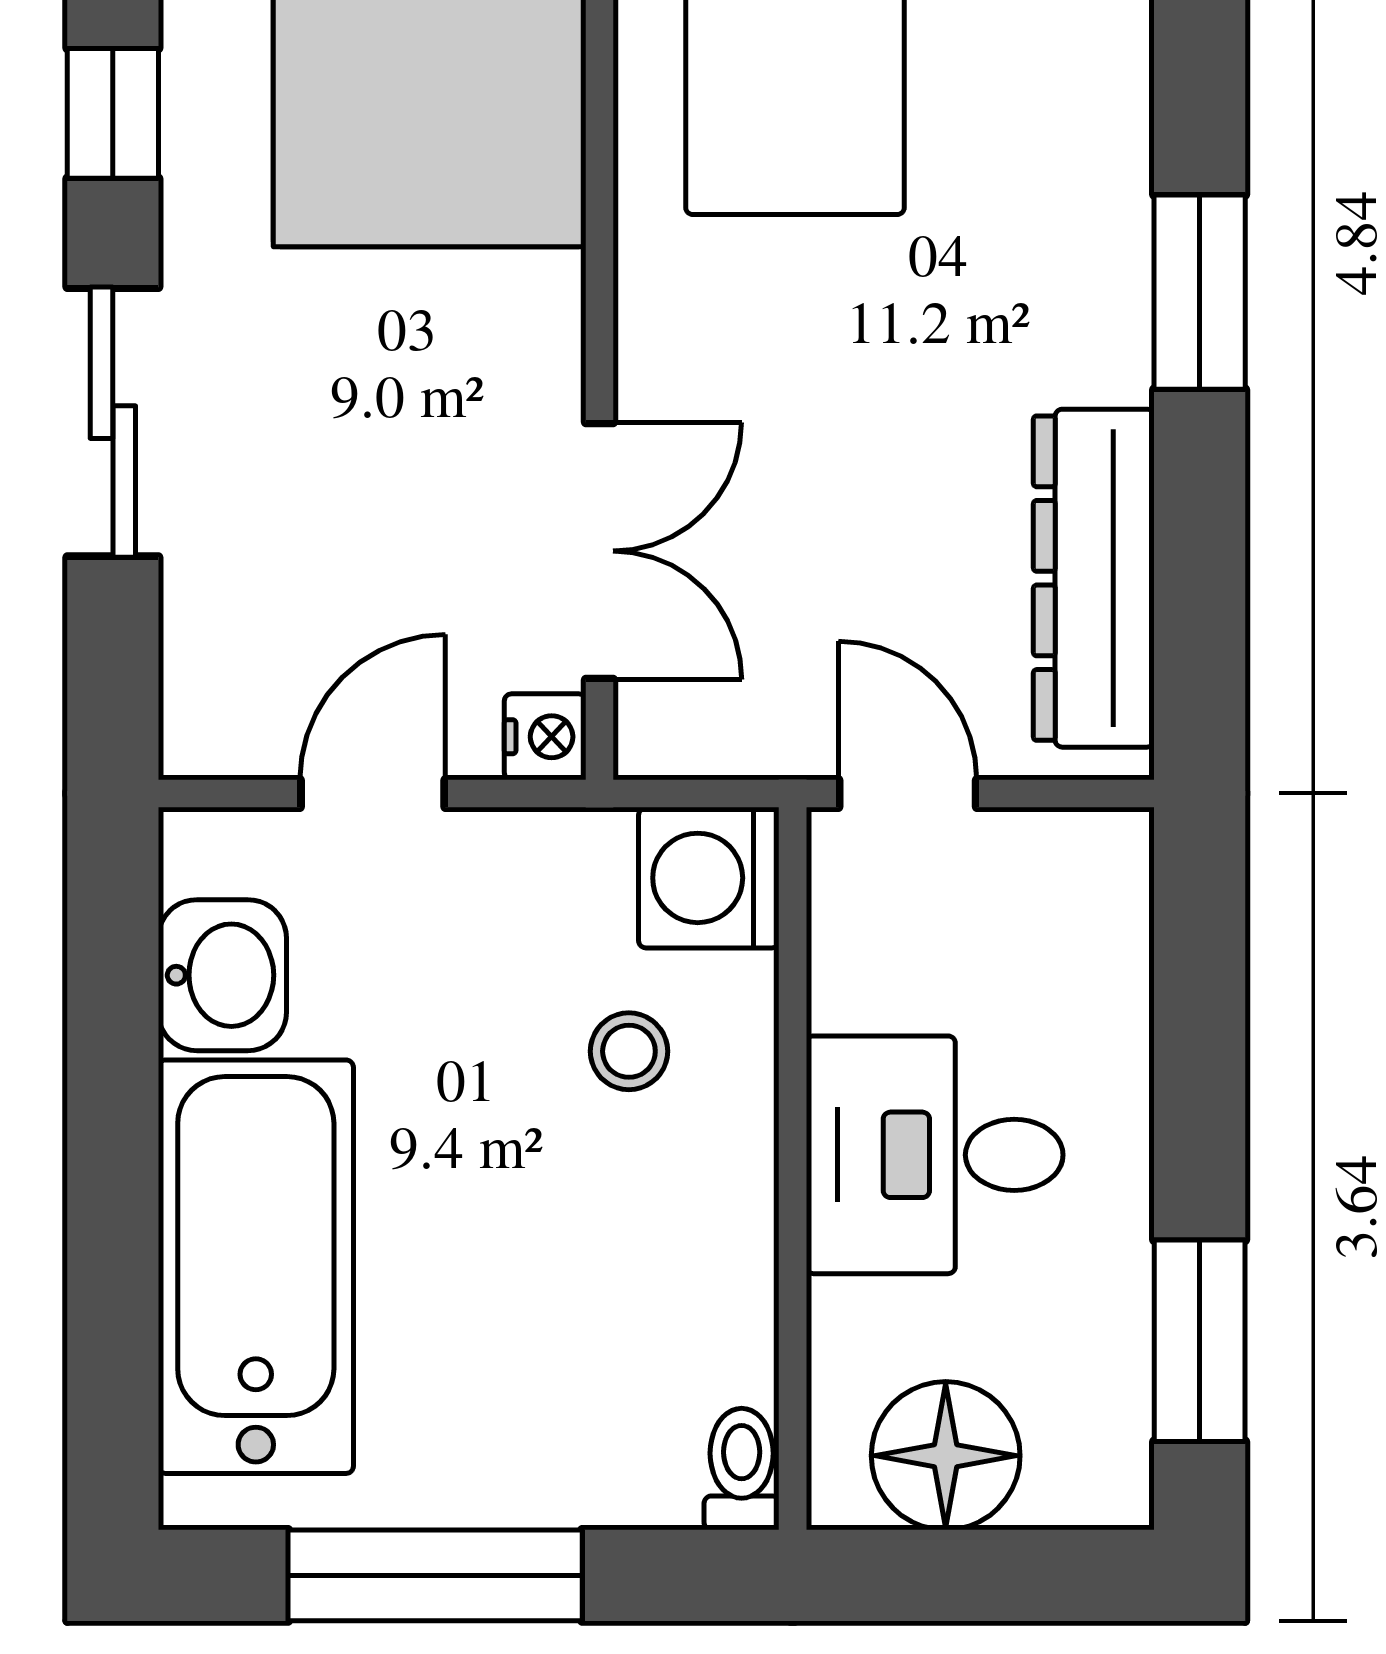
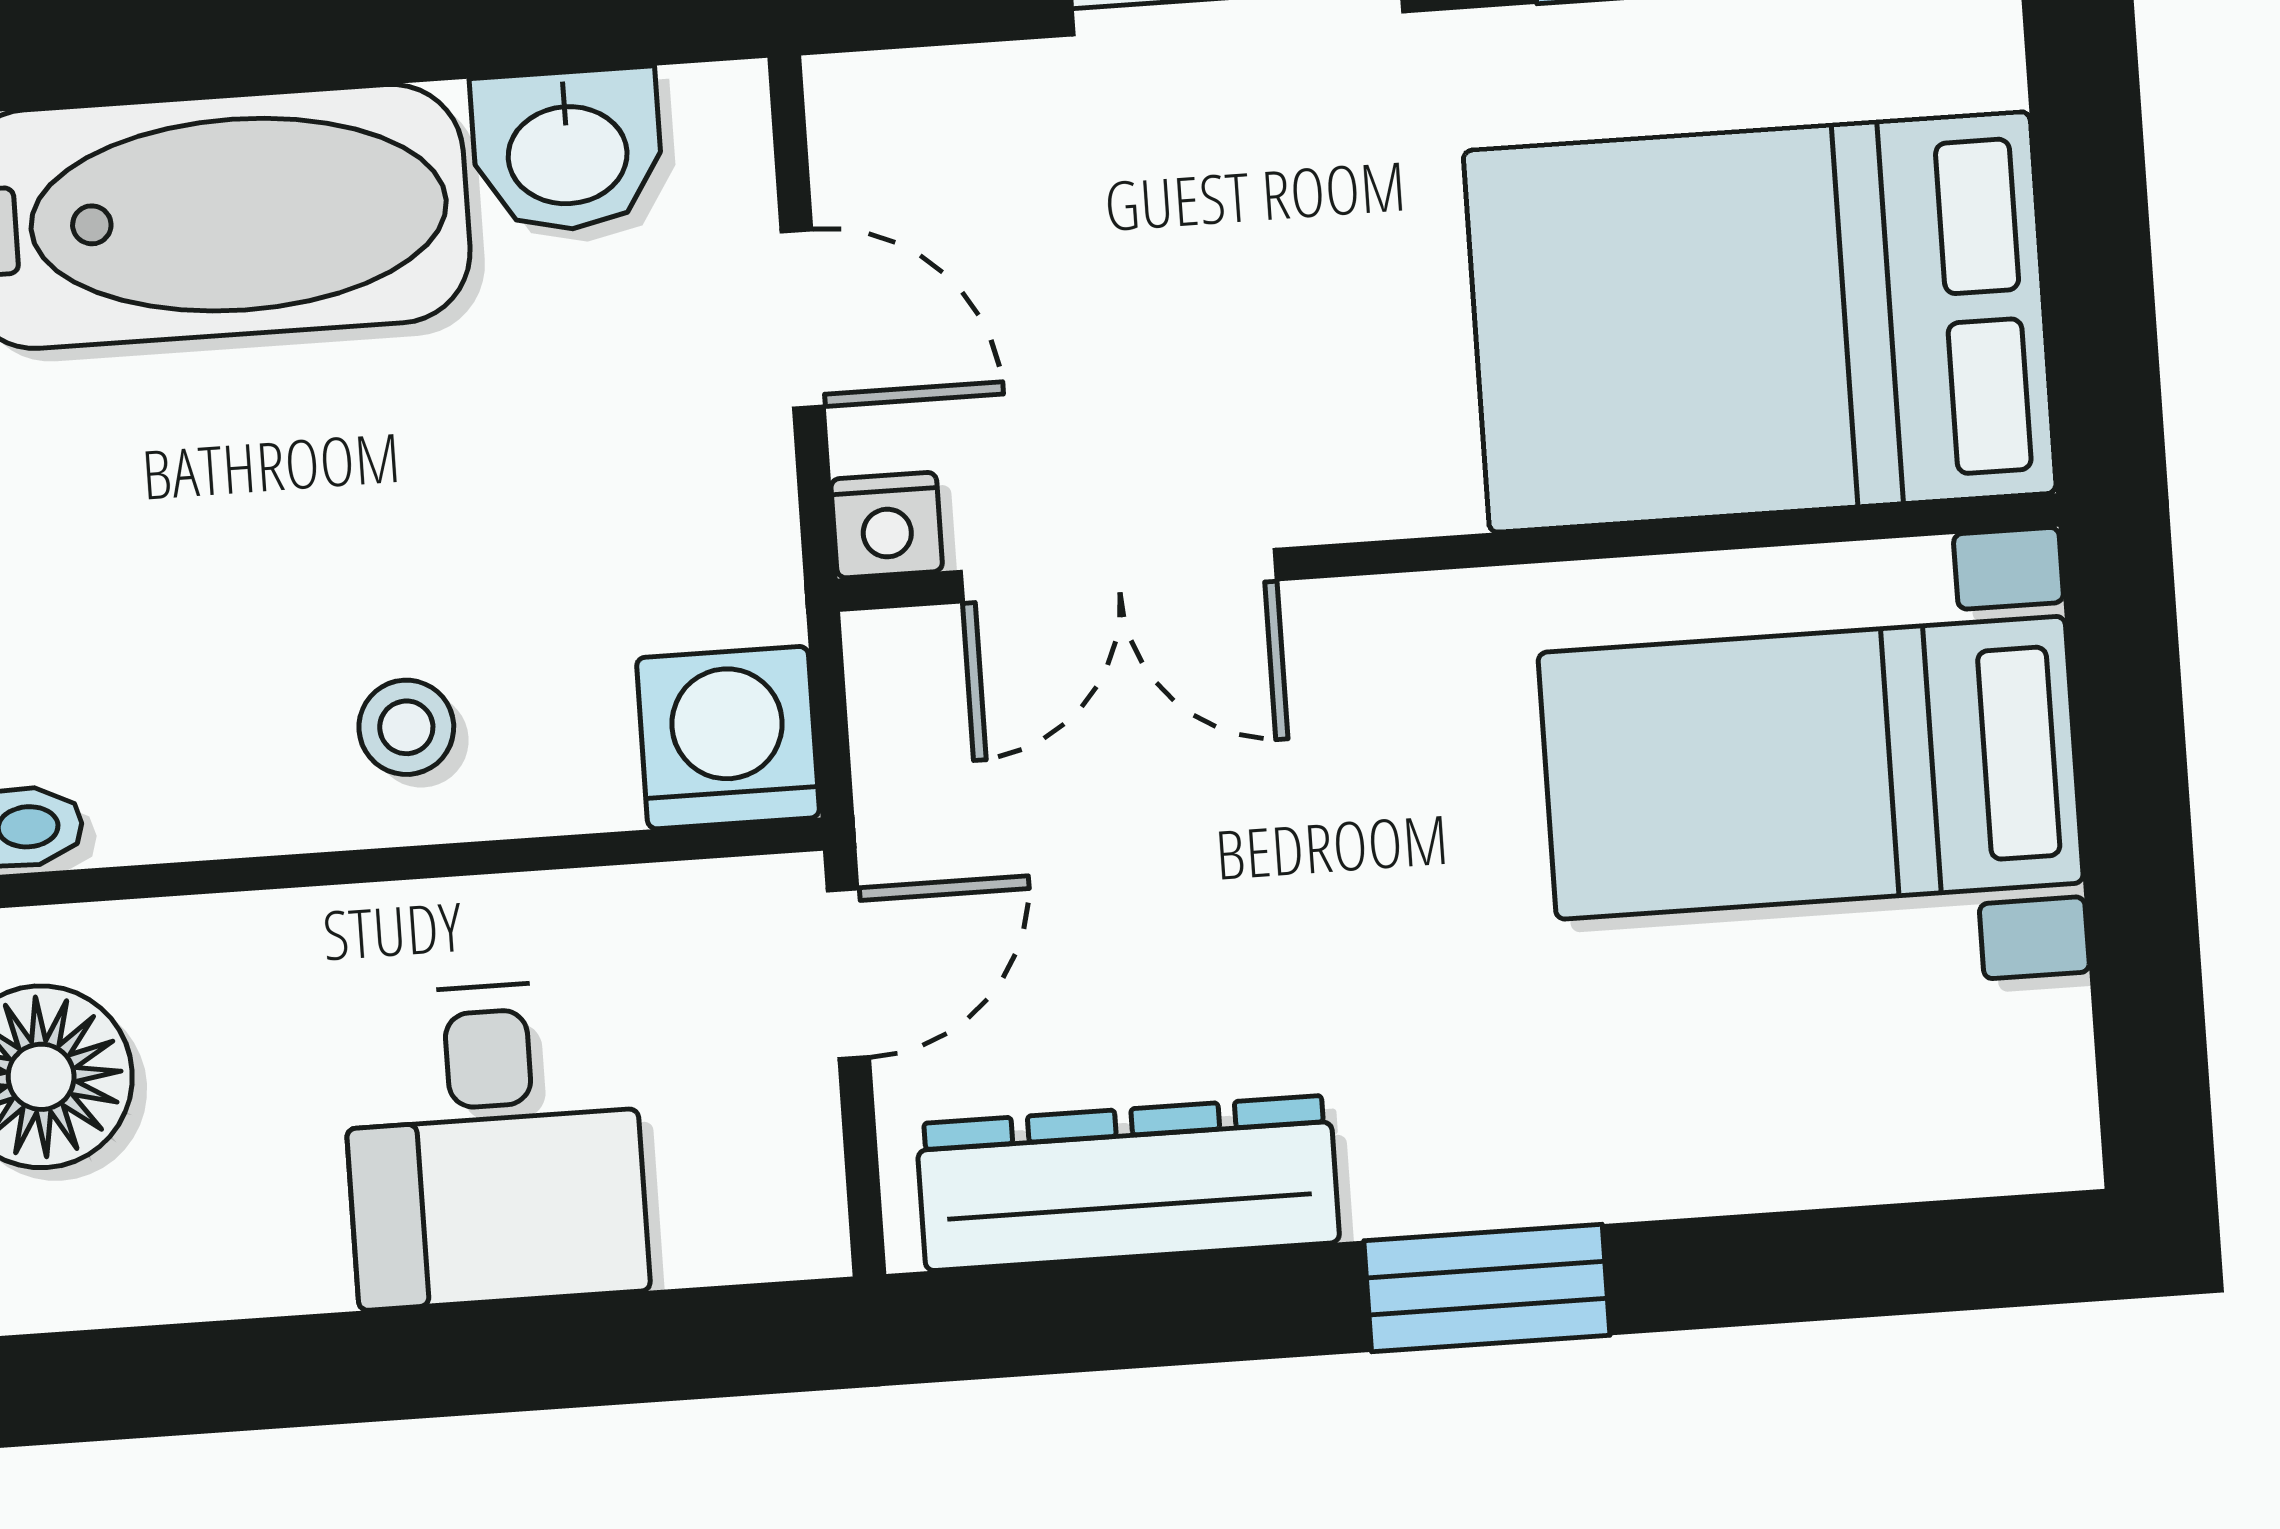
stool: (629, 1051) -> (406, 727), moved
desk: (935, 1155) -> (494, 1144), moved, turned 180
window: (1200, 1341) -> (203, 1378), removed

